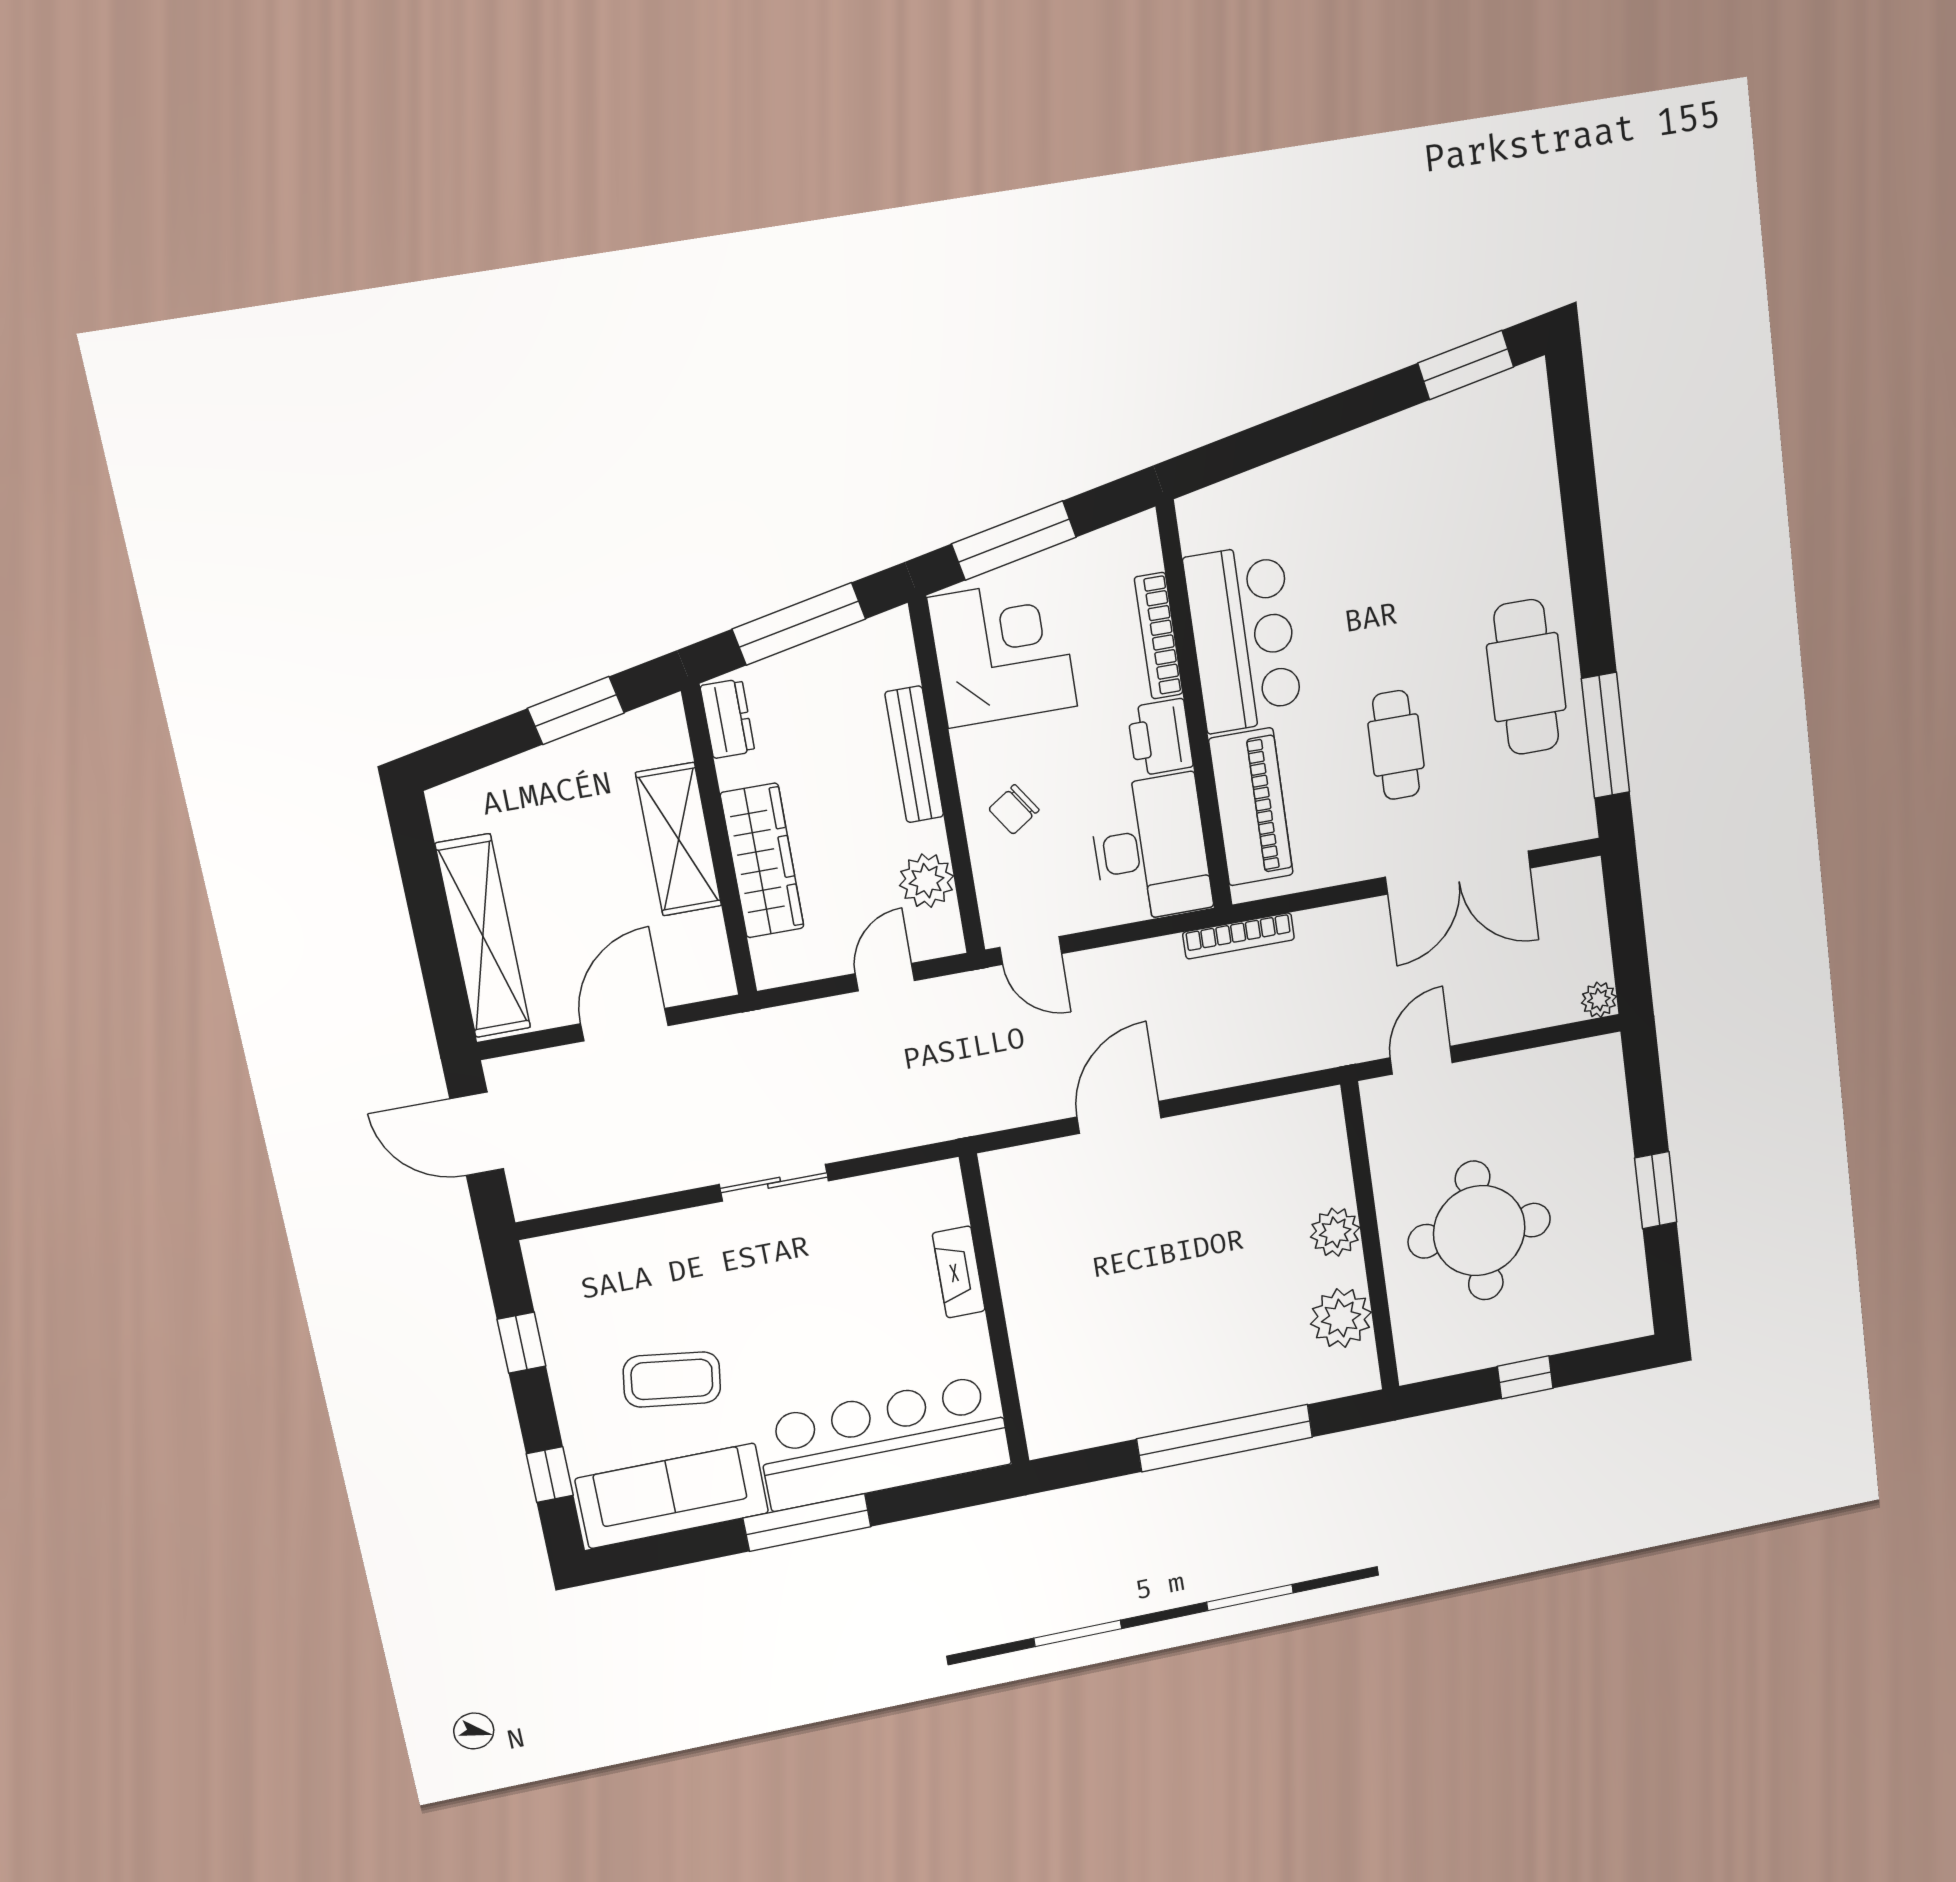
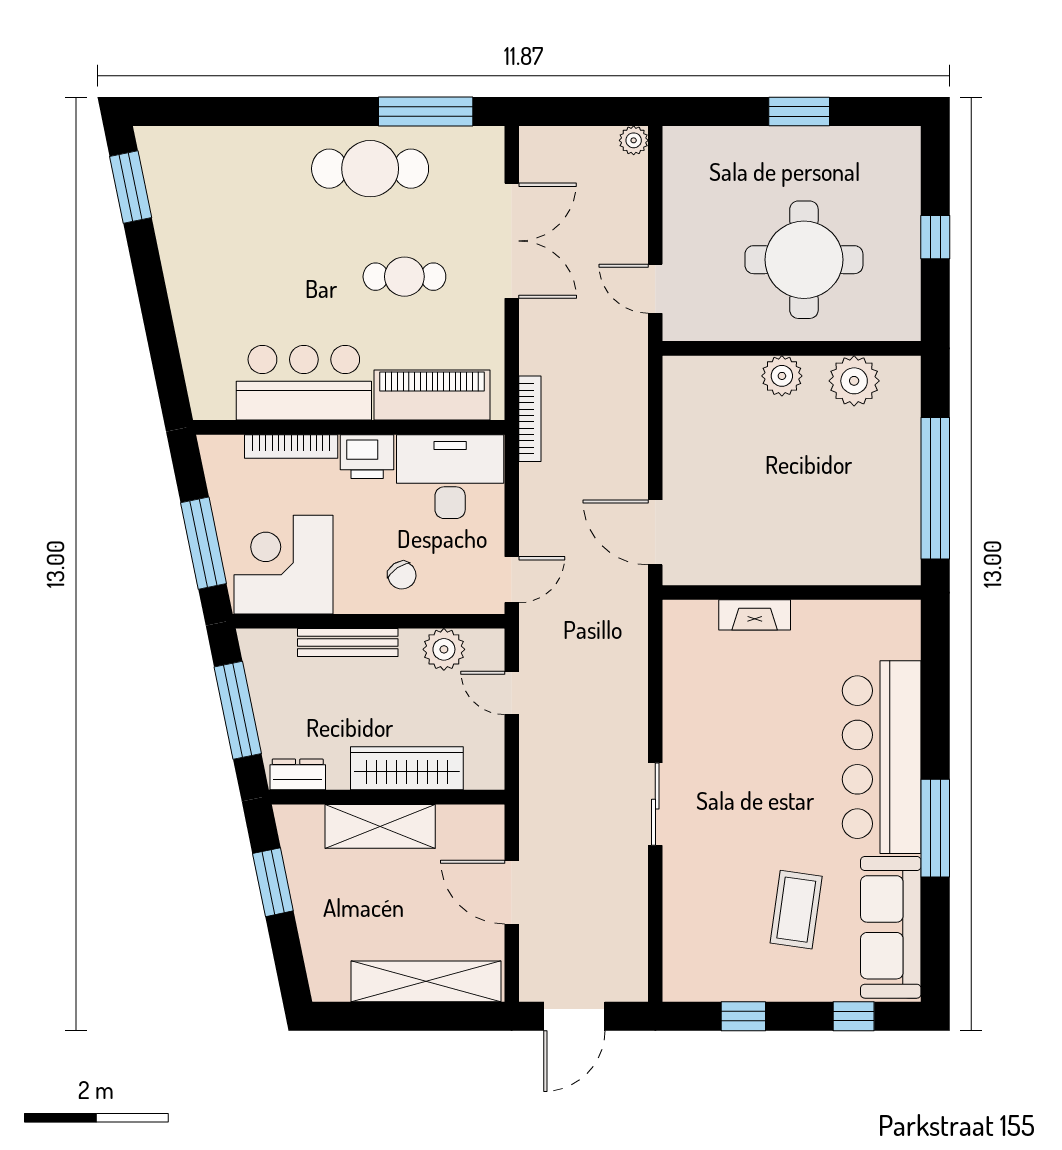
fireplace: (959, 1272) -> (755, 615), moved
wall: (994, 1311) -> (792, 593), moved

